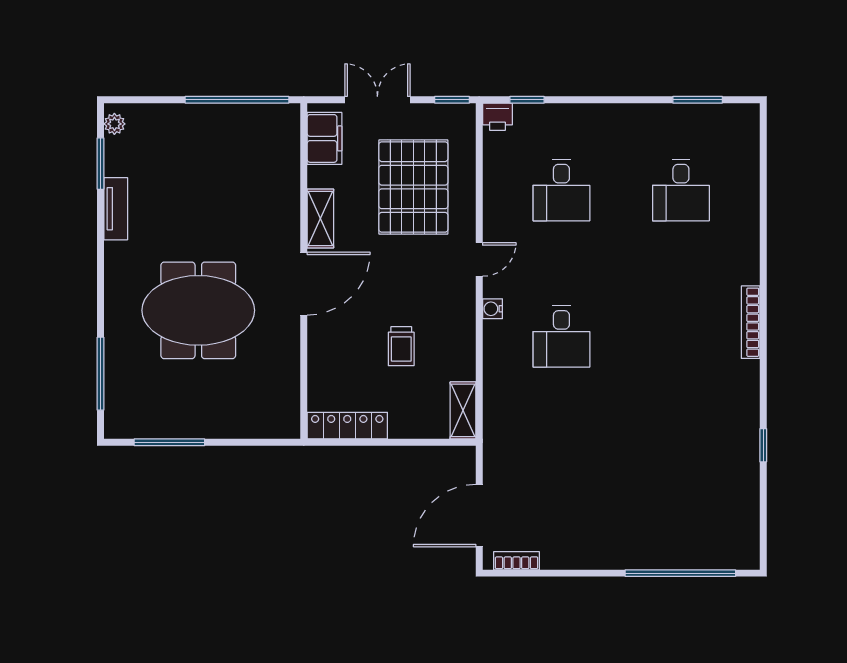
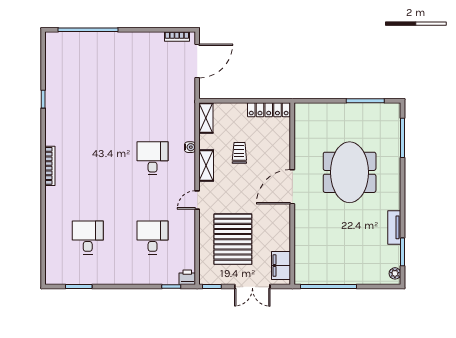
shelving: (320, 218) -> (206, 166), moved
water cooler: (492, 309) -> (190, 147), moved
meeting table: (198, 310) -> (350, 172), turned 90

